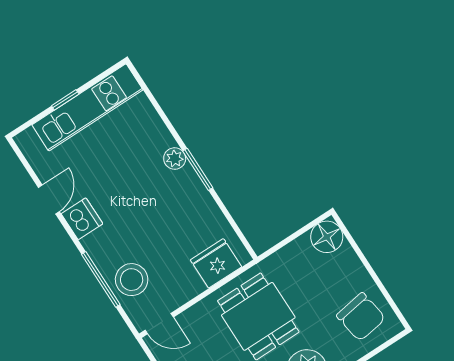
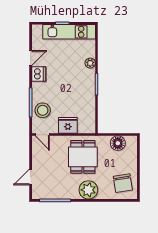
plant: (175, 159) -> (90, 63), moved
floor lamp: (327, 237) -> (118, 143), moved
fridge: (216, 263) -> (68, 125), moved

